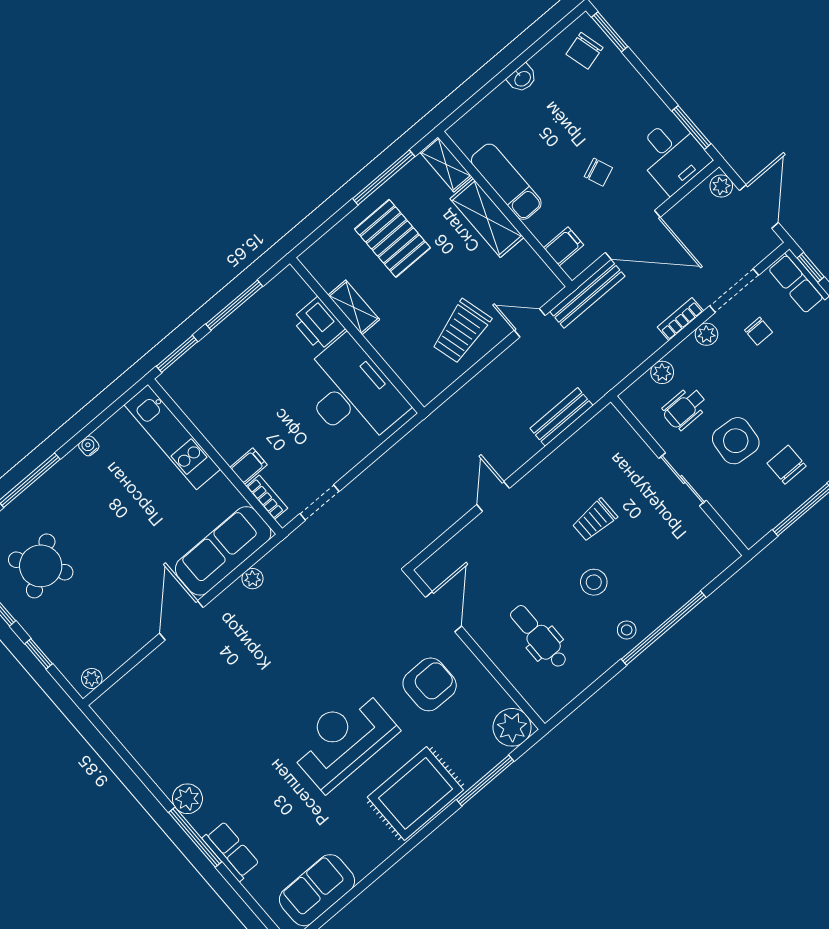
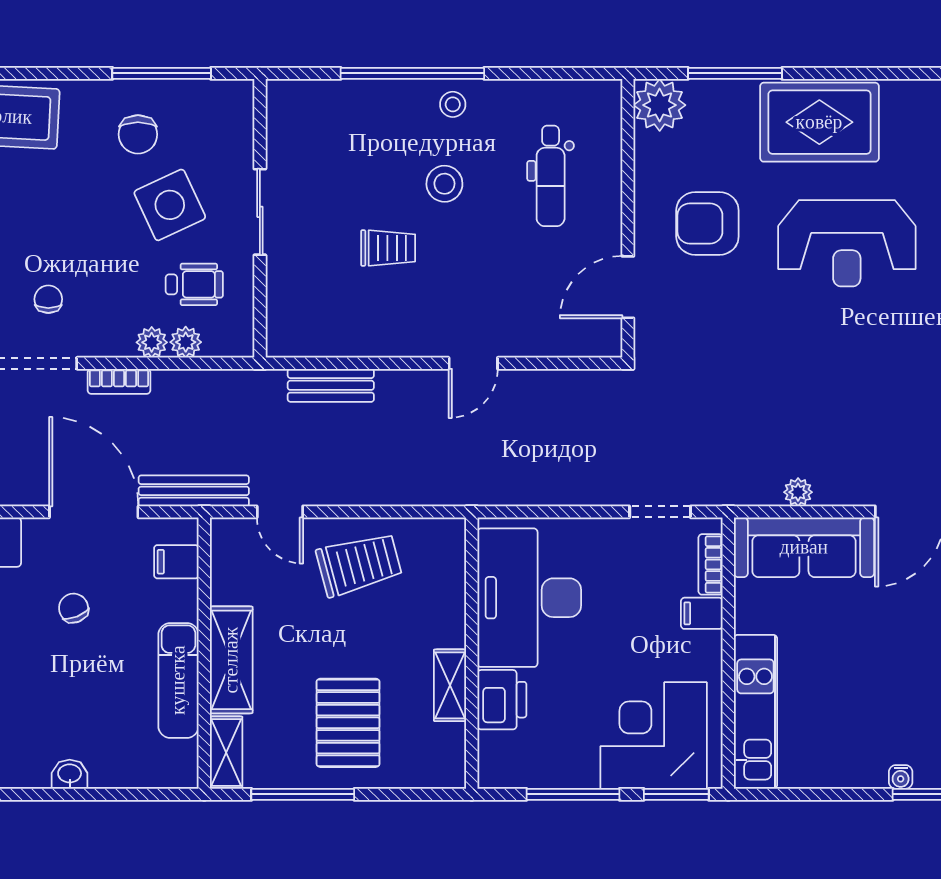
plant: (706, 334) -> (152, 342), moved
corner desk: (217, 376) -> (654, 736), added
side table: (736, 441) -> (170, 205), turned -30
water cooler: (89, 446) -> (901, 777), moved

